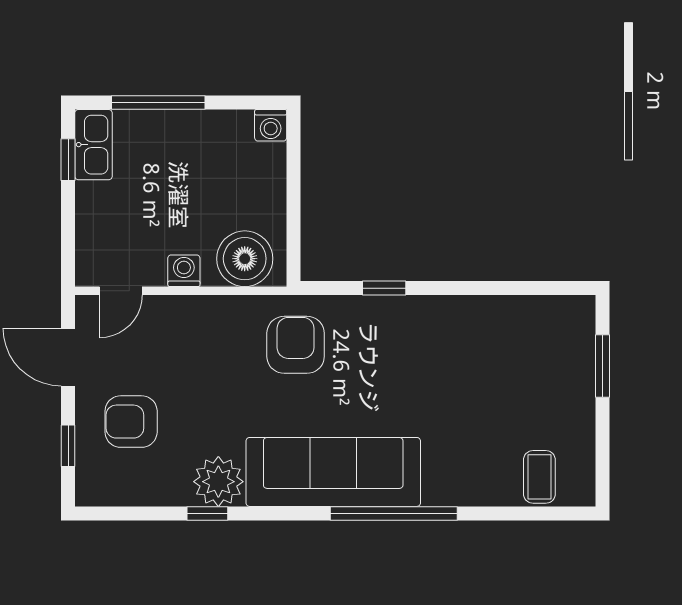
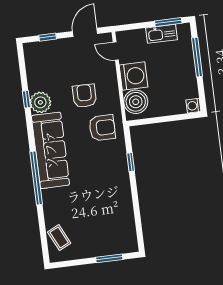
kitchen sink: (94, 145) -> (162, 34), moved
window: (68, 160) -> (168, 22), width x1.50
washing machine: (184, 271) -> (133, 76), width x1.89, depth x1.89
armchair: (131, 422) -> (85, 96), moved
coffee table: (539, 477) -> (59, 238), turned 64

